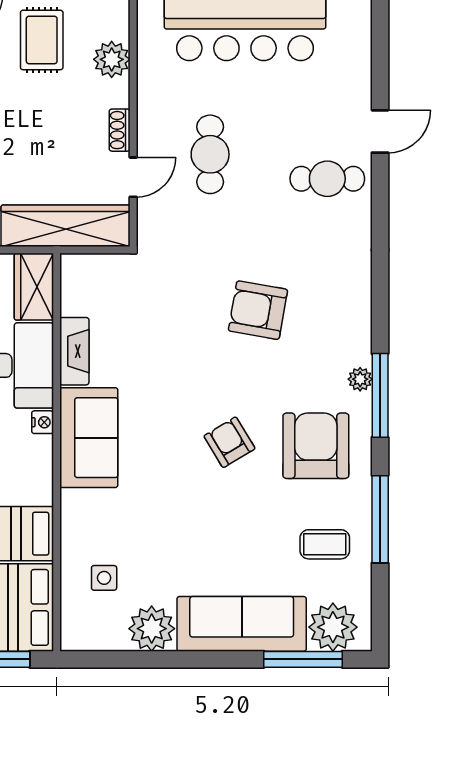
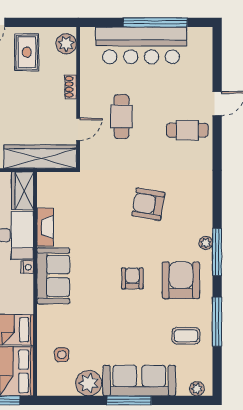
plant: (112, 59) -> (66, 44), moved
shoe rack: (120, 130) -> (71, 87), moved
armchair: (229, 442) -> (132, 278), turned 31
plant: (333, 627) -> (197, 389), width x0.53, depth x0.53
window: (303, 659) -> (129, 400), moved

